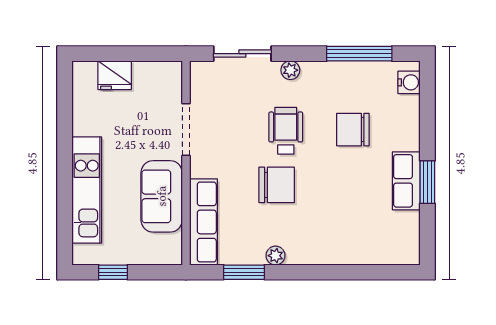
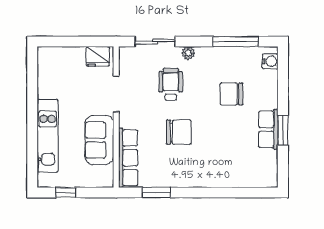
fridge: (115, 75) -> (98, 56), moved
wheelchair: (286, 131) -> (171, 84), moved
plant: (275, 256) -> (178, 181), removed

